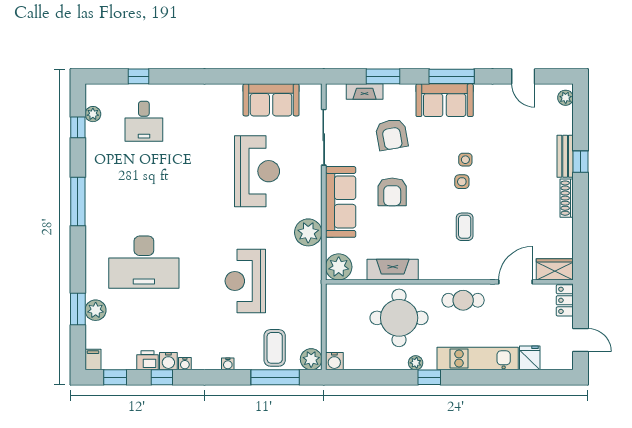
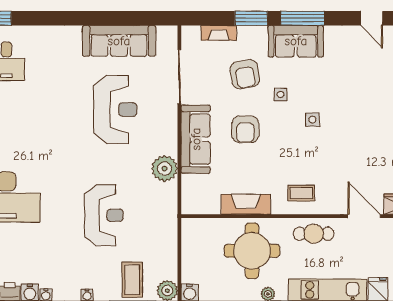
window: (383, 76) -> (251, 18), moved
sofa: (271, 100) -> (119, 41), width x1.36
side table: (465, 160) -> (281, 94), moved
coffee table: (465, 227) -> (301, 193), moved, turned 90
plant: (339, 267) -> (194, 202), removed
reception desk: (245, 281) -> (104, 215), turned 180
door: (516, 282) -> (364, 216), hinge flipped

